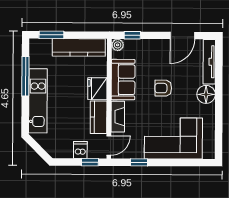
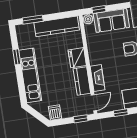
window: (25, 76) -> (17, 57), width x0.46
sofa: (123, 80) -> (111, 20), moved, turned 90
dishwasher: (80, 150) -> (55, 113), moved

